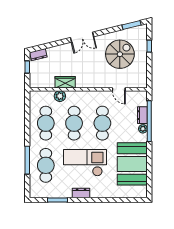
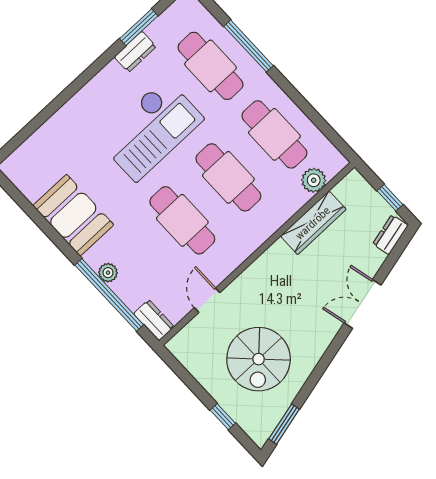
double door: (82, 37) -> (363, 304), moved
wardrobe: (65, 82) -> (313, 223), width x1.50
door: (119, 89) -> (207, 300), hinge flipped
plant: (60, 96) -> (314, 180), moved
dresser: (142, 115) -> (154, 320), moved
booth: (132, 164) -> (73, 215), width x0.73, depth x0.70
dresser: (81, 193) -> (135, 52), moved

